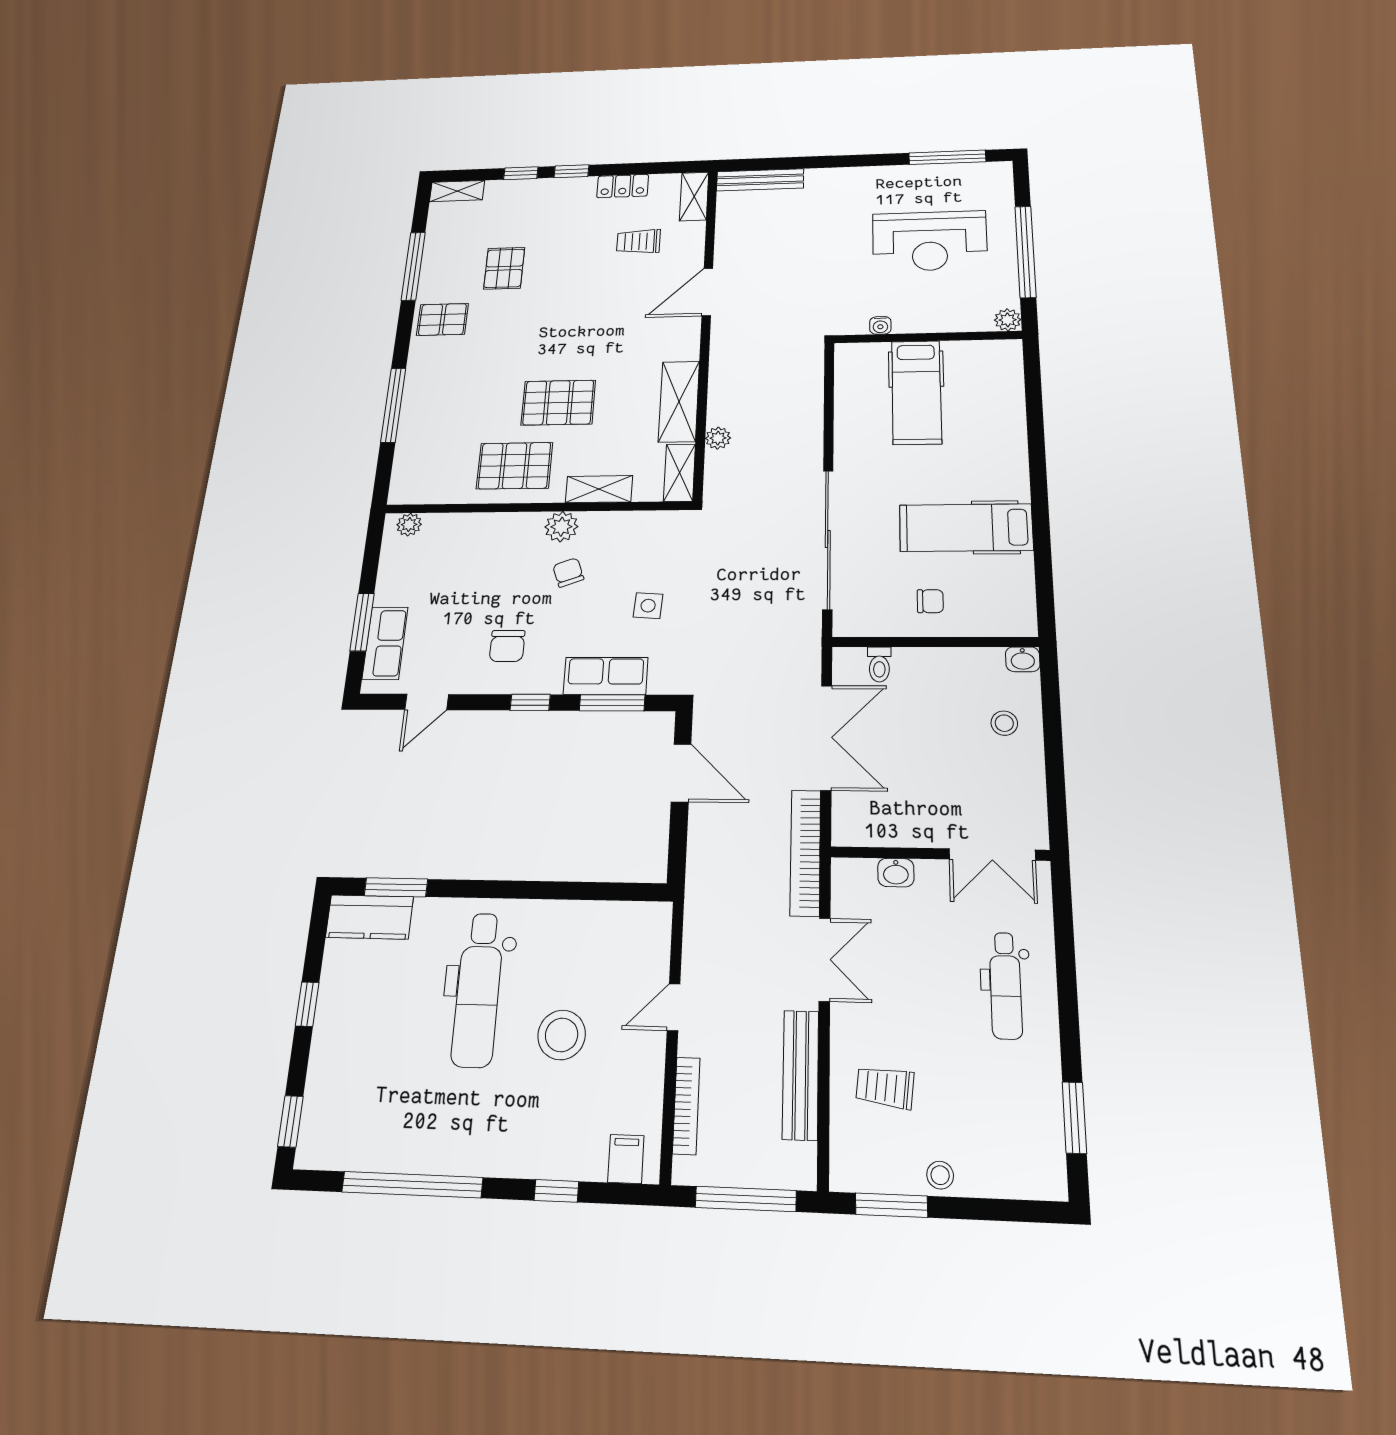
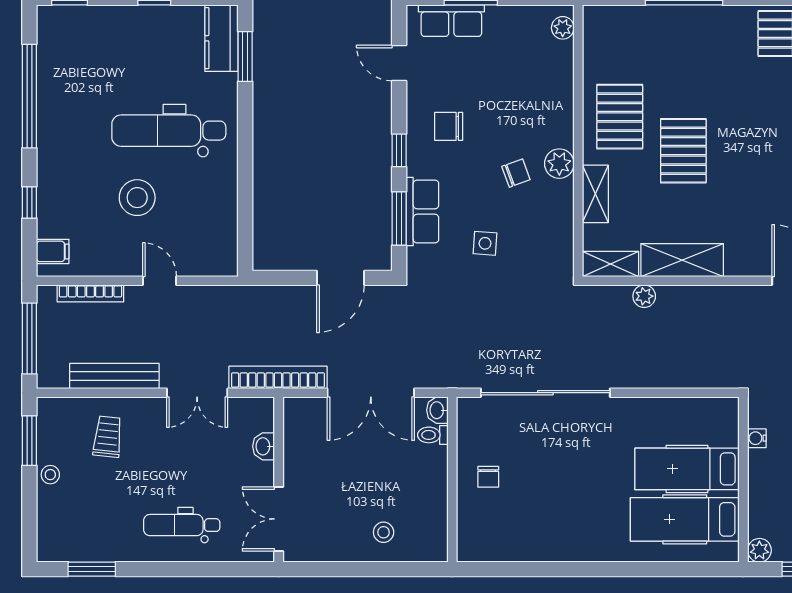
hospital bed: (966, 528) -> (685, 519), moved, turned -90
washbasin: (1023, 659) -> (437, 410), moved

